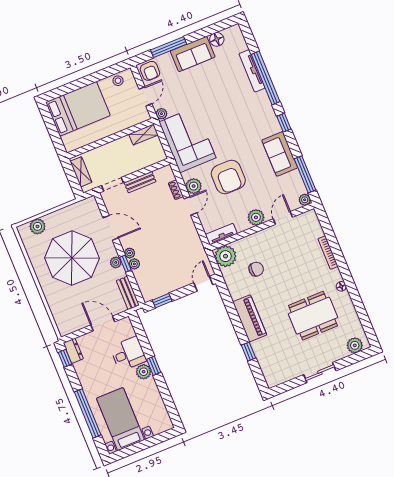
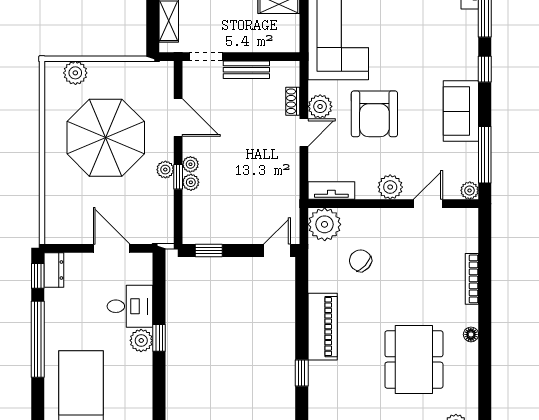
chair: (256, 269) -> (360, 261), turned -138
bench: (128, 293) -> (165, 220), removed
dining table: (313, 316) -> (414, 359), turned 90
window: (88, 413) -> (38, 339), moved

